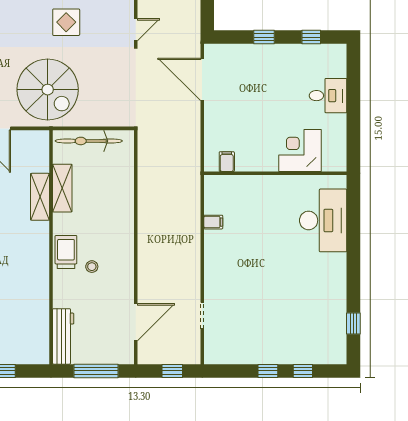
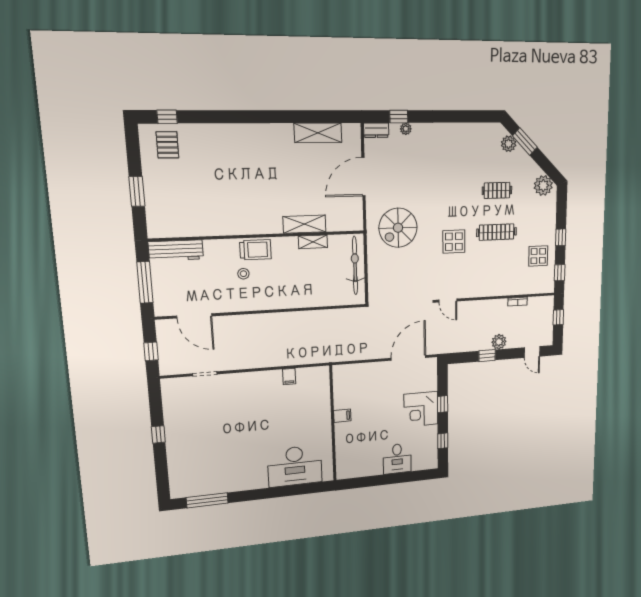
spiral stairs: (48, 90) -> (398, 228), width x0.73, depth x0.73
corner desk: (300, 151) -> (421, 409), moved, turned 180
filing cabinet: (227, 162) -> (342, 416), moved
shelving: (62, 188) -> (313, 242), width x0.67, depth x0.75
window: (353, 323) -> (207, 500), width x2.17
window: (303, 371) -> (161, 464), removed

